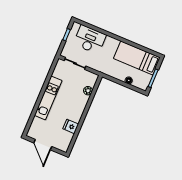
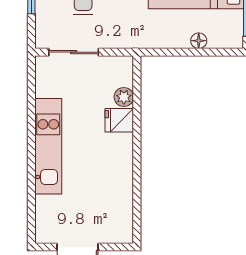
fridge: (71, 126) -> (119, 120), moved

